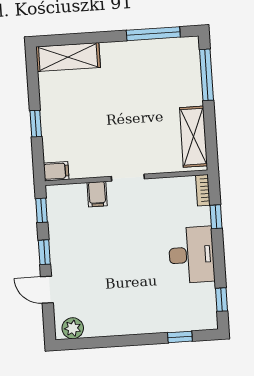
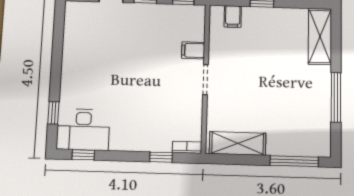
window: (153, 34) -> (336, 97), moved
filing cabinet: (56, 171) -> (233, 17), moved
desk: (191, 255) -> (83, 130), moved
plant: (73, 328) -> (74, 17), removed

